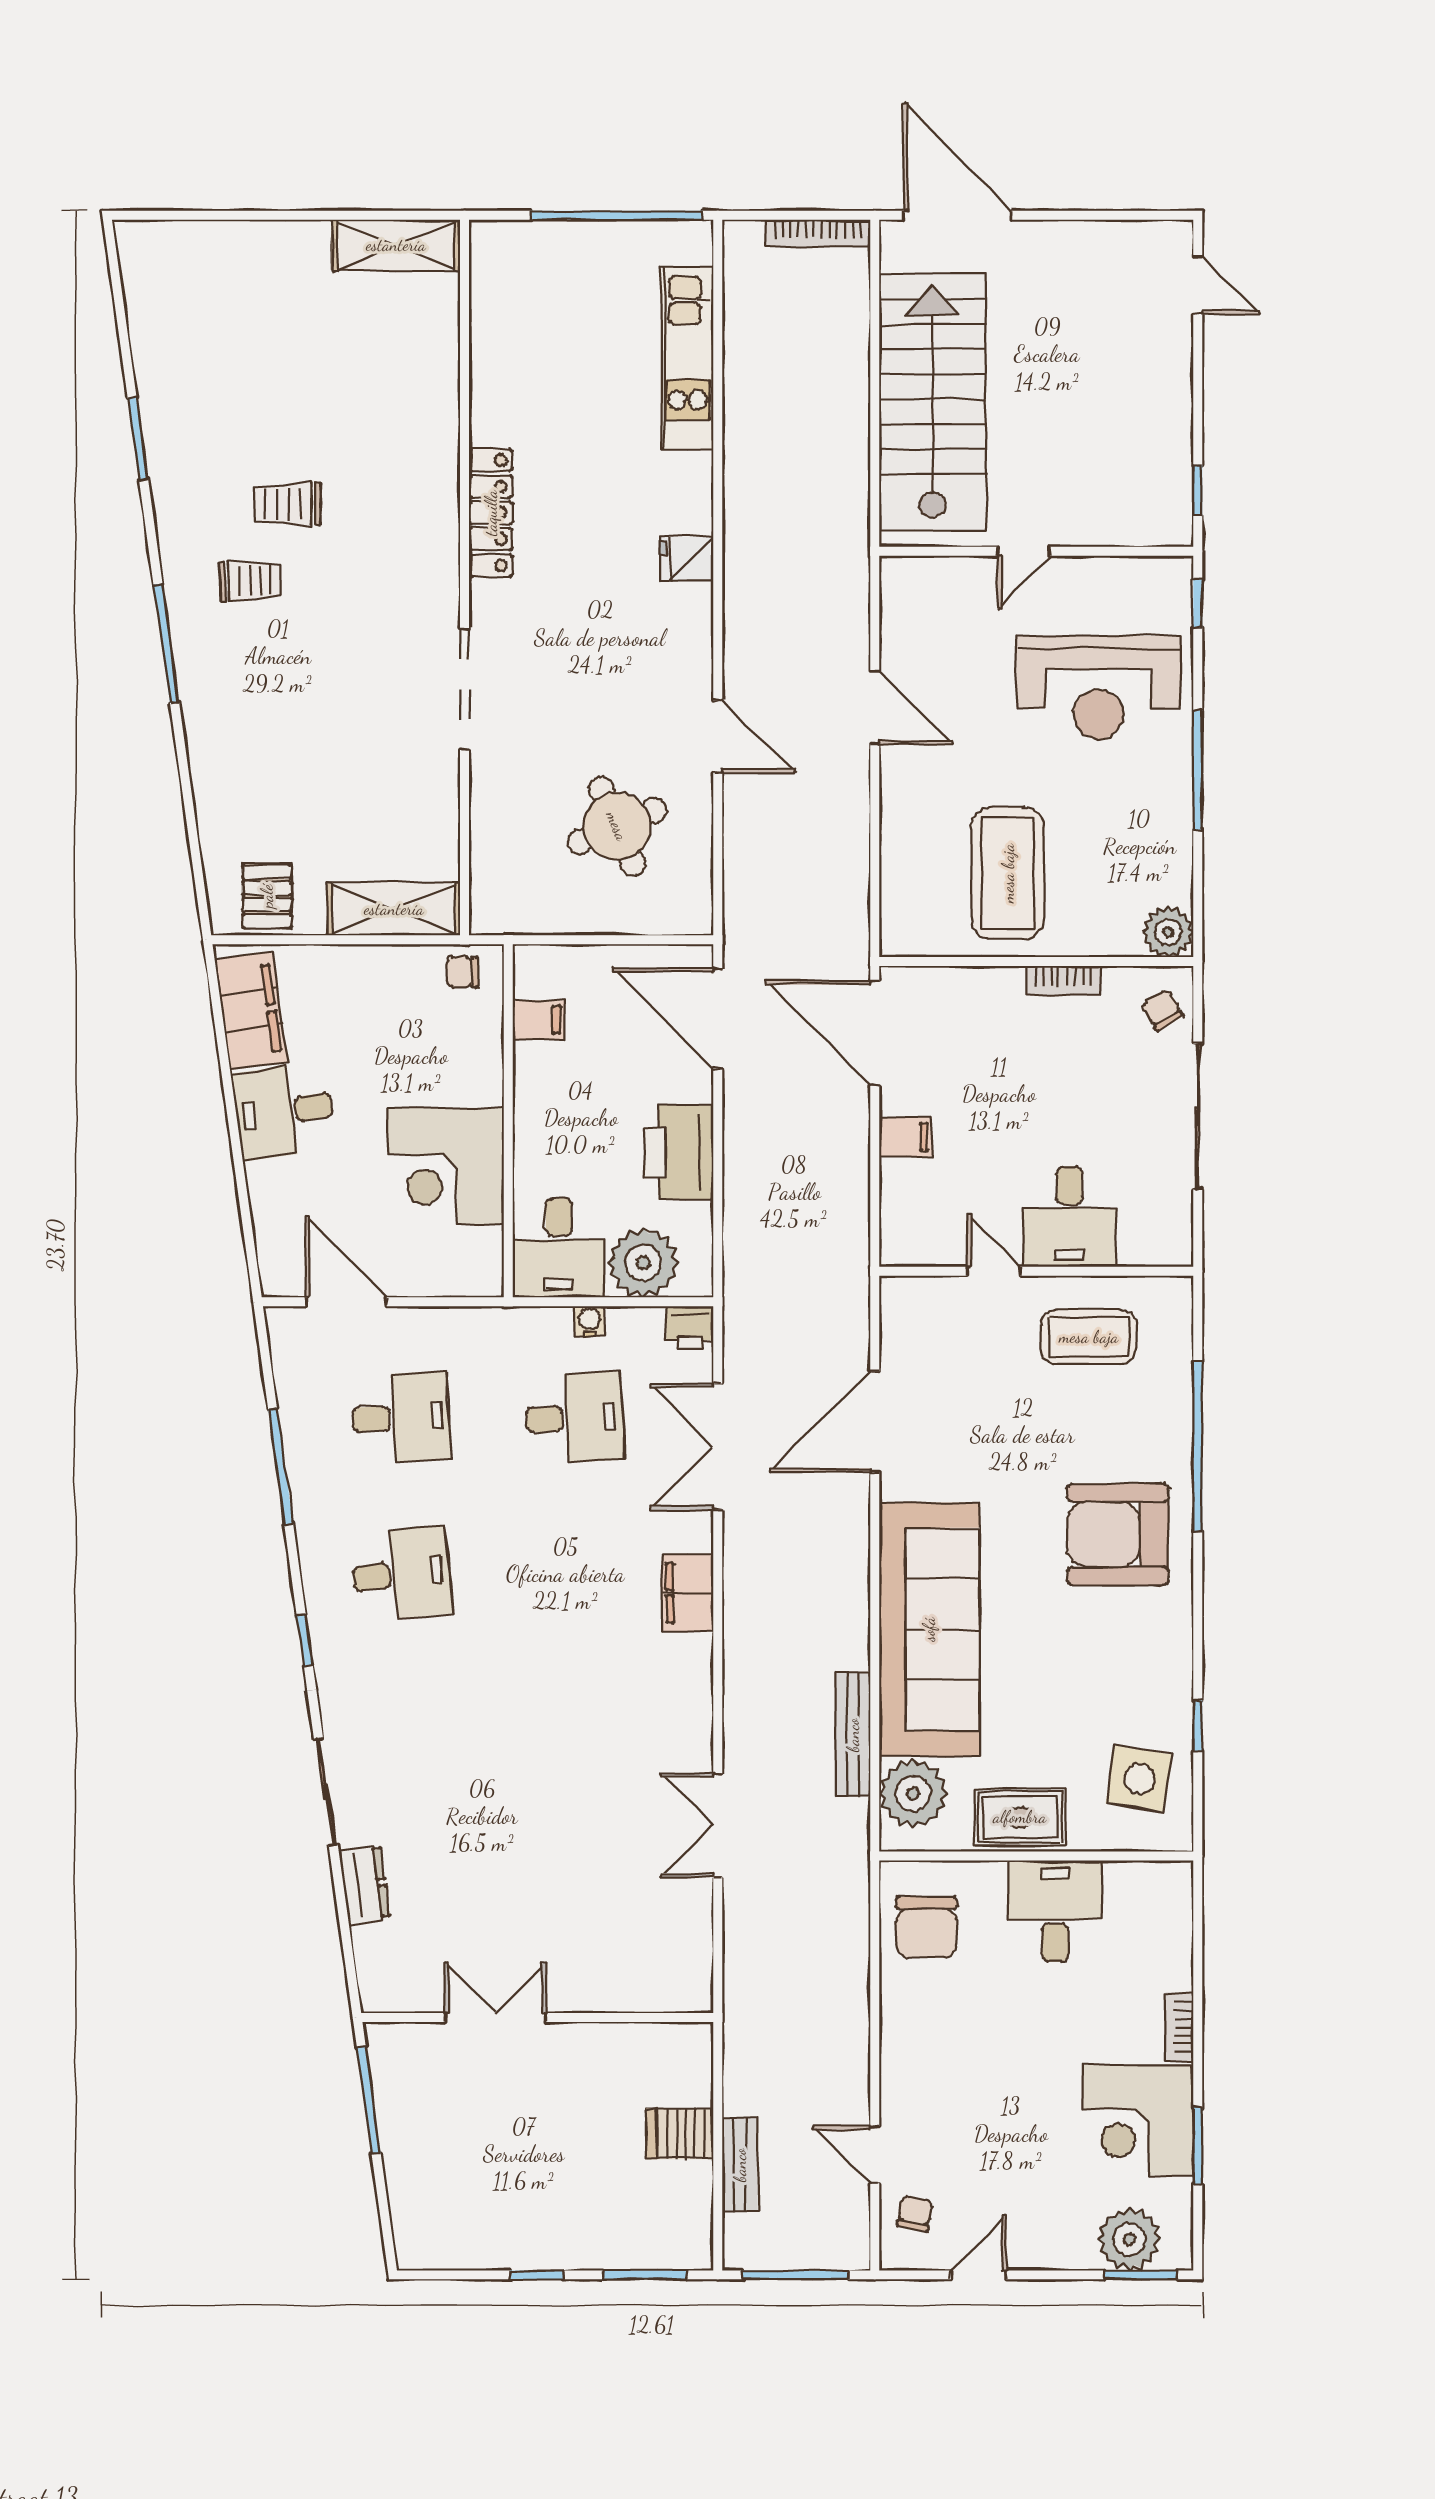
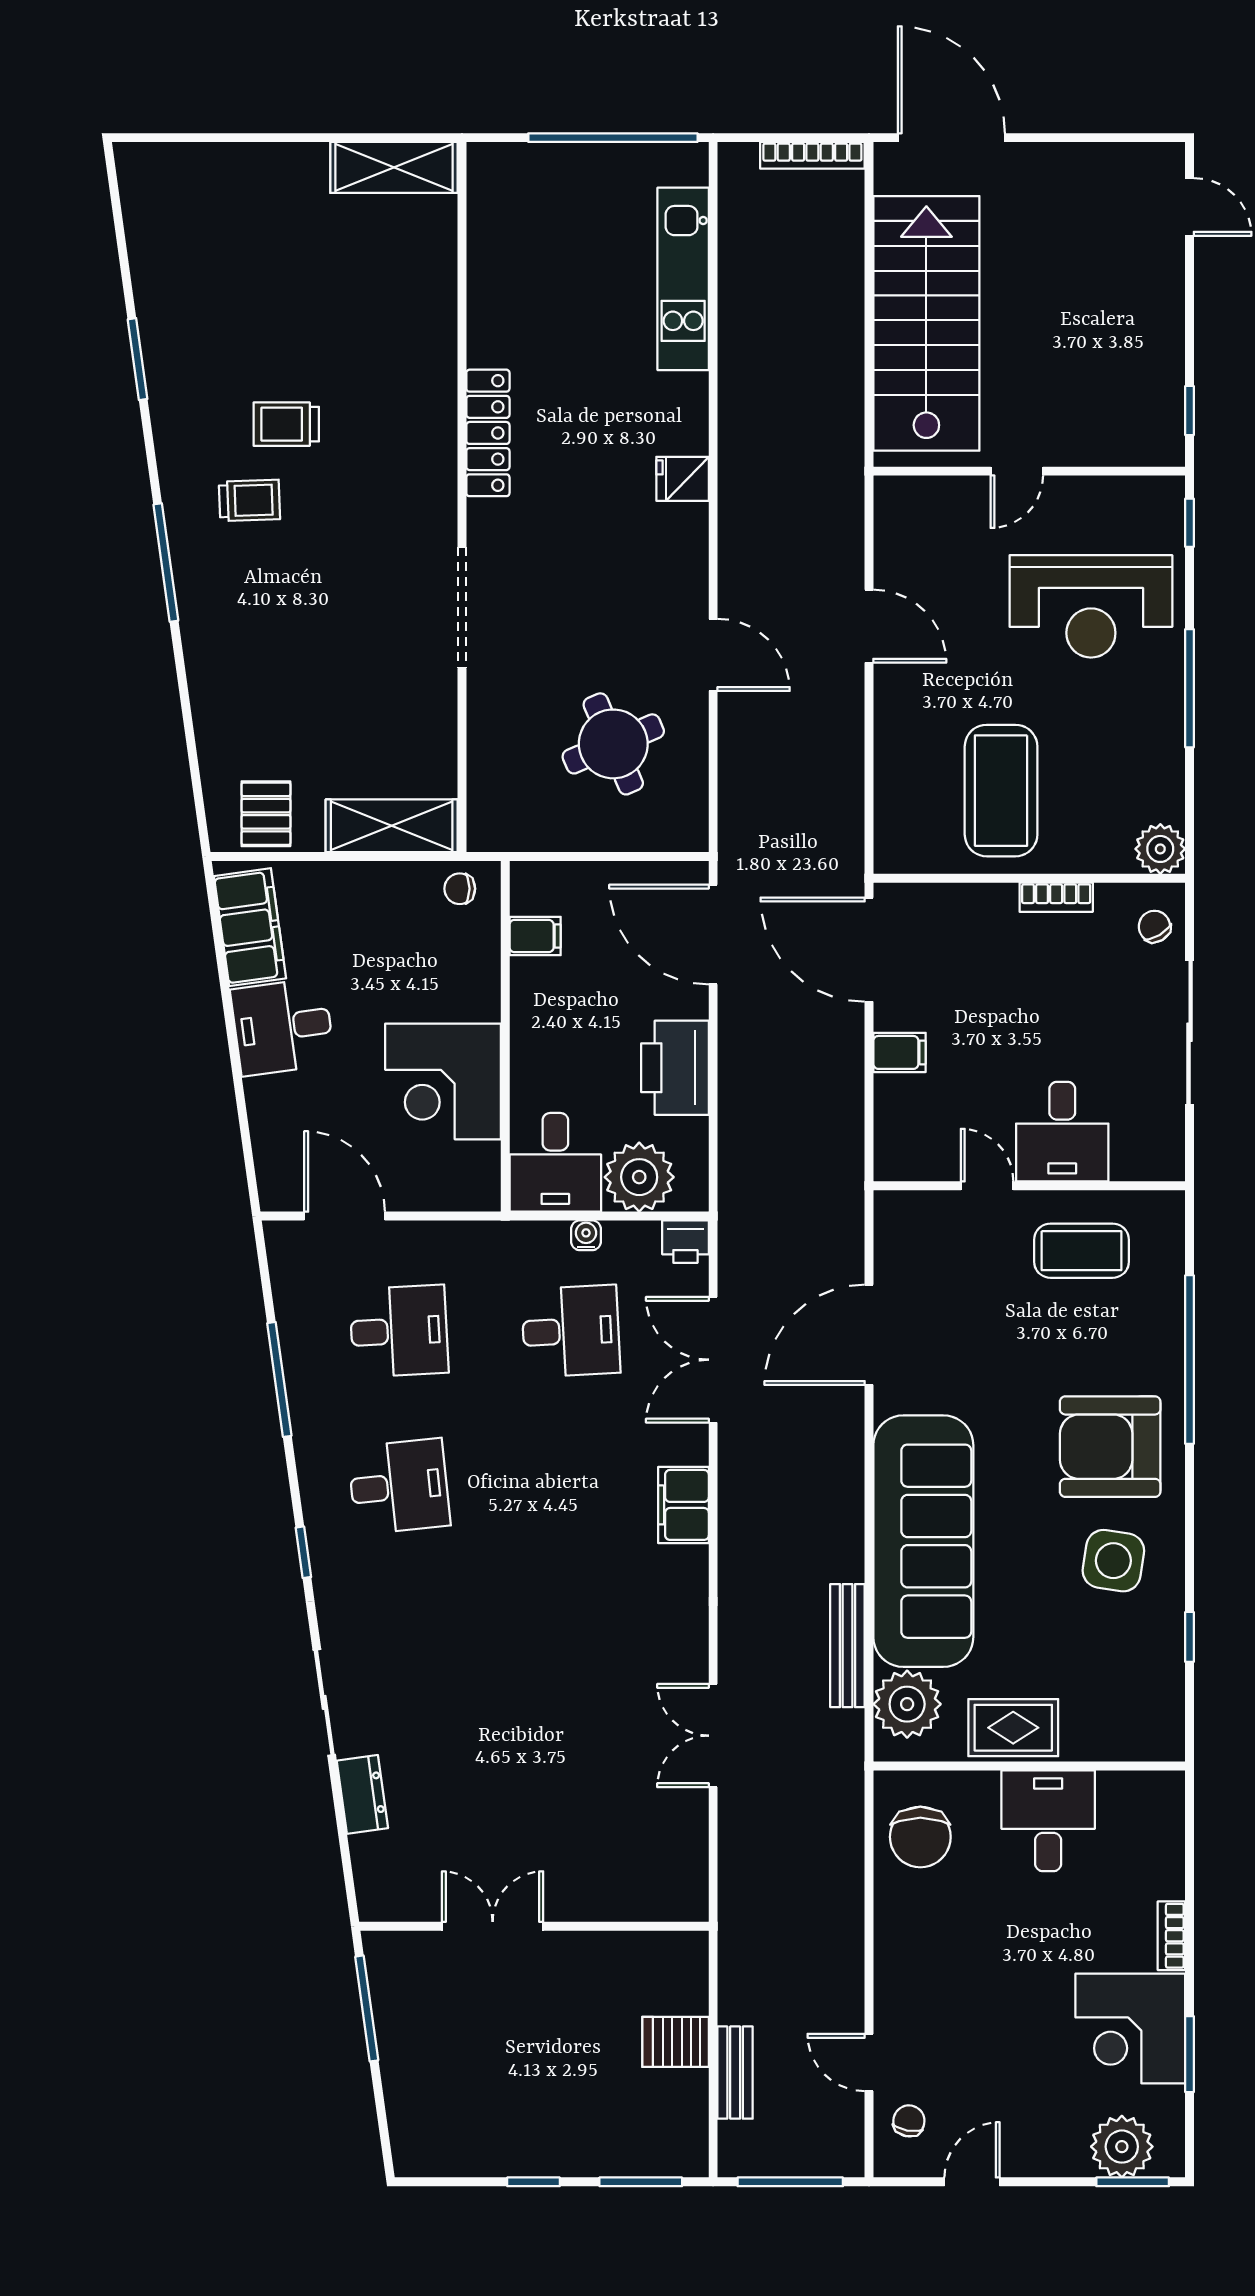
side table: (1139, 1779) -> (1113, 1561), moved

